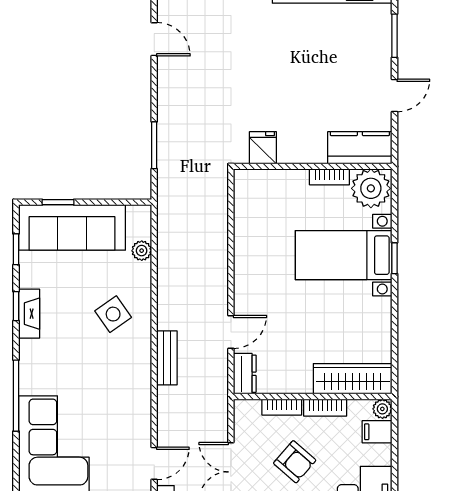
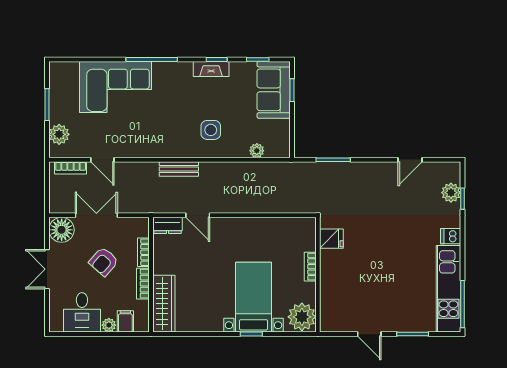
kitchen counter: (360, 148) -> (331, 309), removed
bookcase: (329, 177) -> (310, 267), moved
sofa: (72, 227) -> (274, 90), width x0.73
side table: (113, 314) -> (211, 130), turned 35
plant: (382, 409) -> (109, 325), moved

